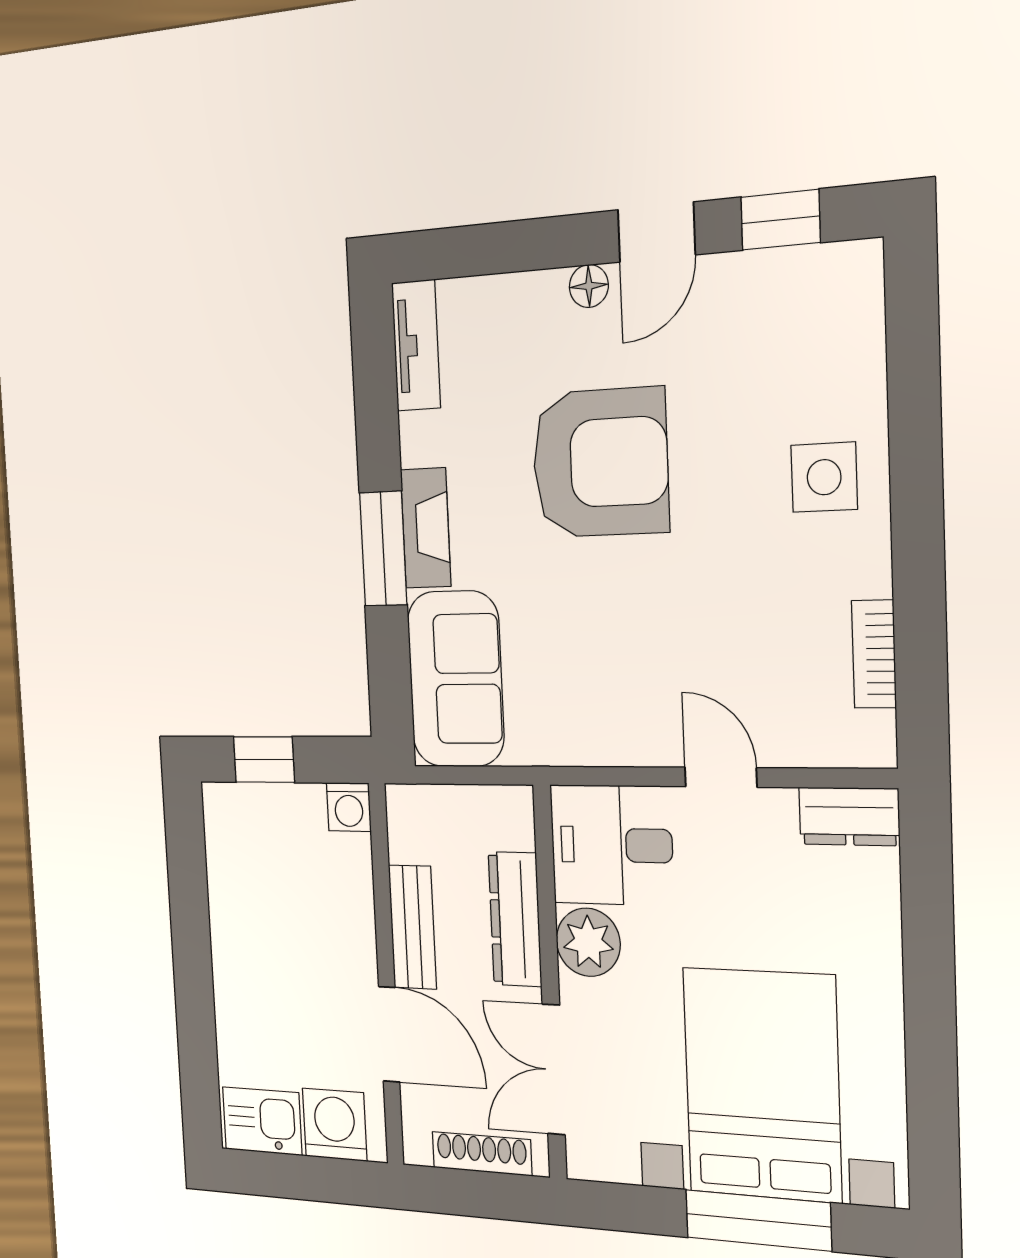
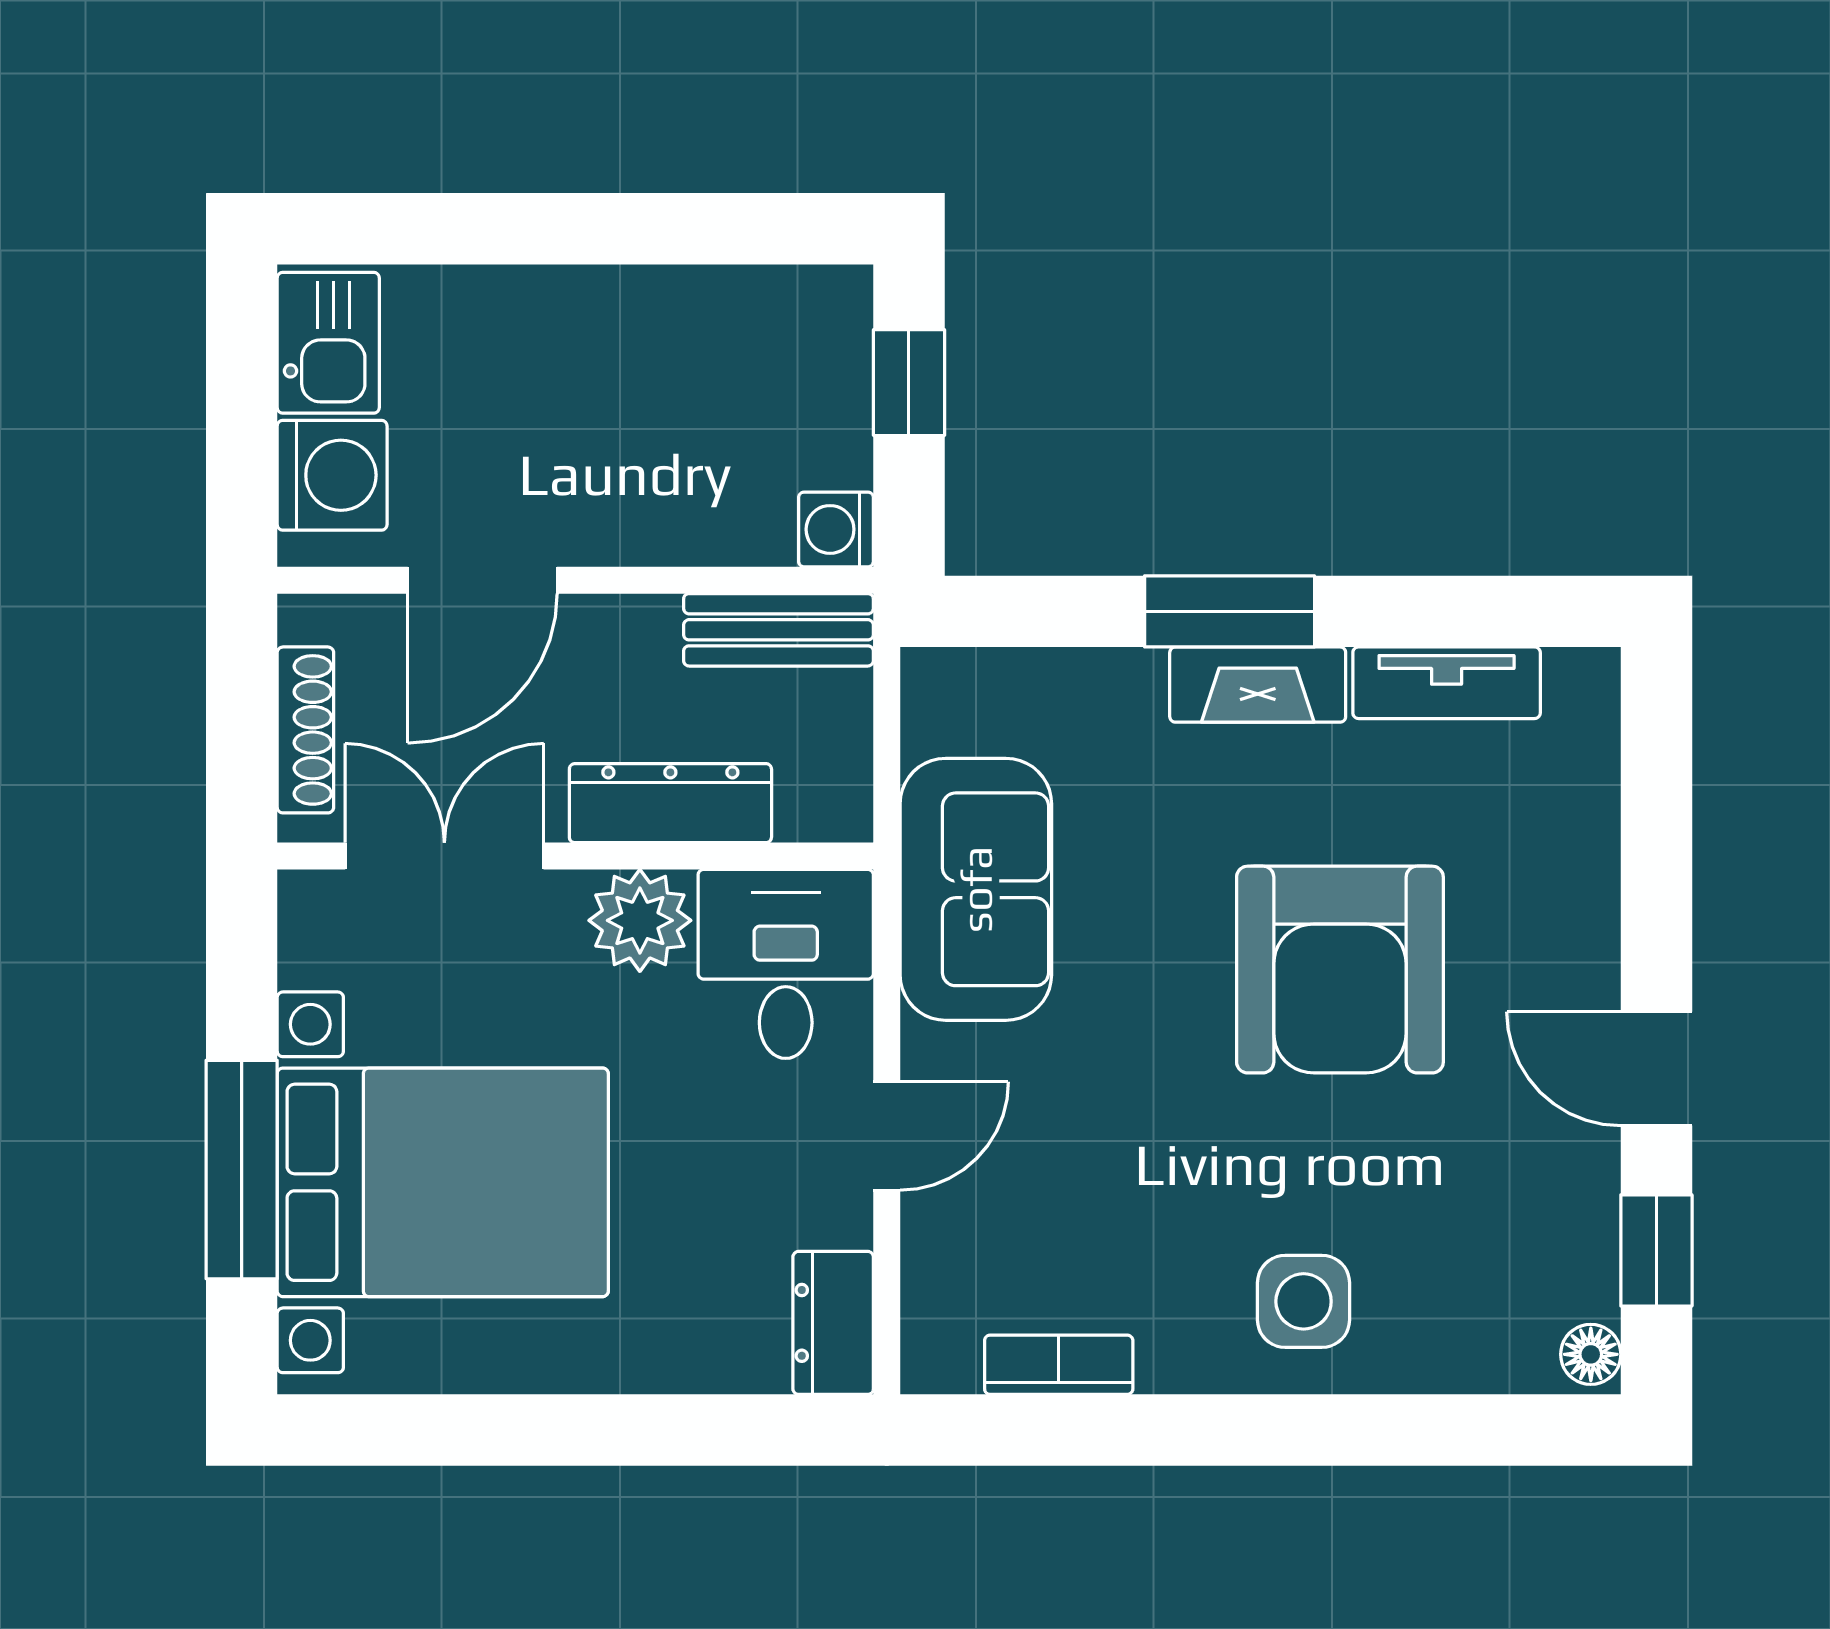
floor lamp: (589, 286) -> (1591, 1354), moved
tv unit: (416, 345) -> (1447, 683), moved
sofa: (456, 679) -> (976, 889), moved, turned -90
bench: (412, 927) -> (778, 630), moved

